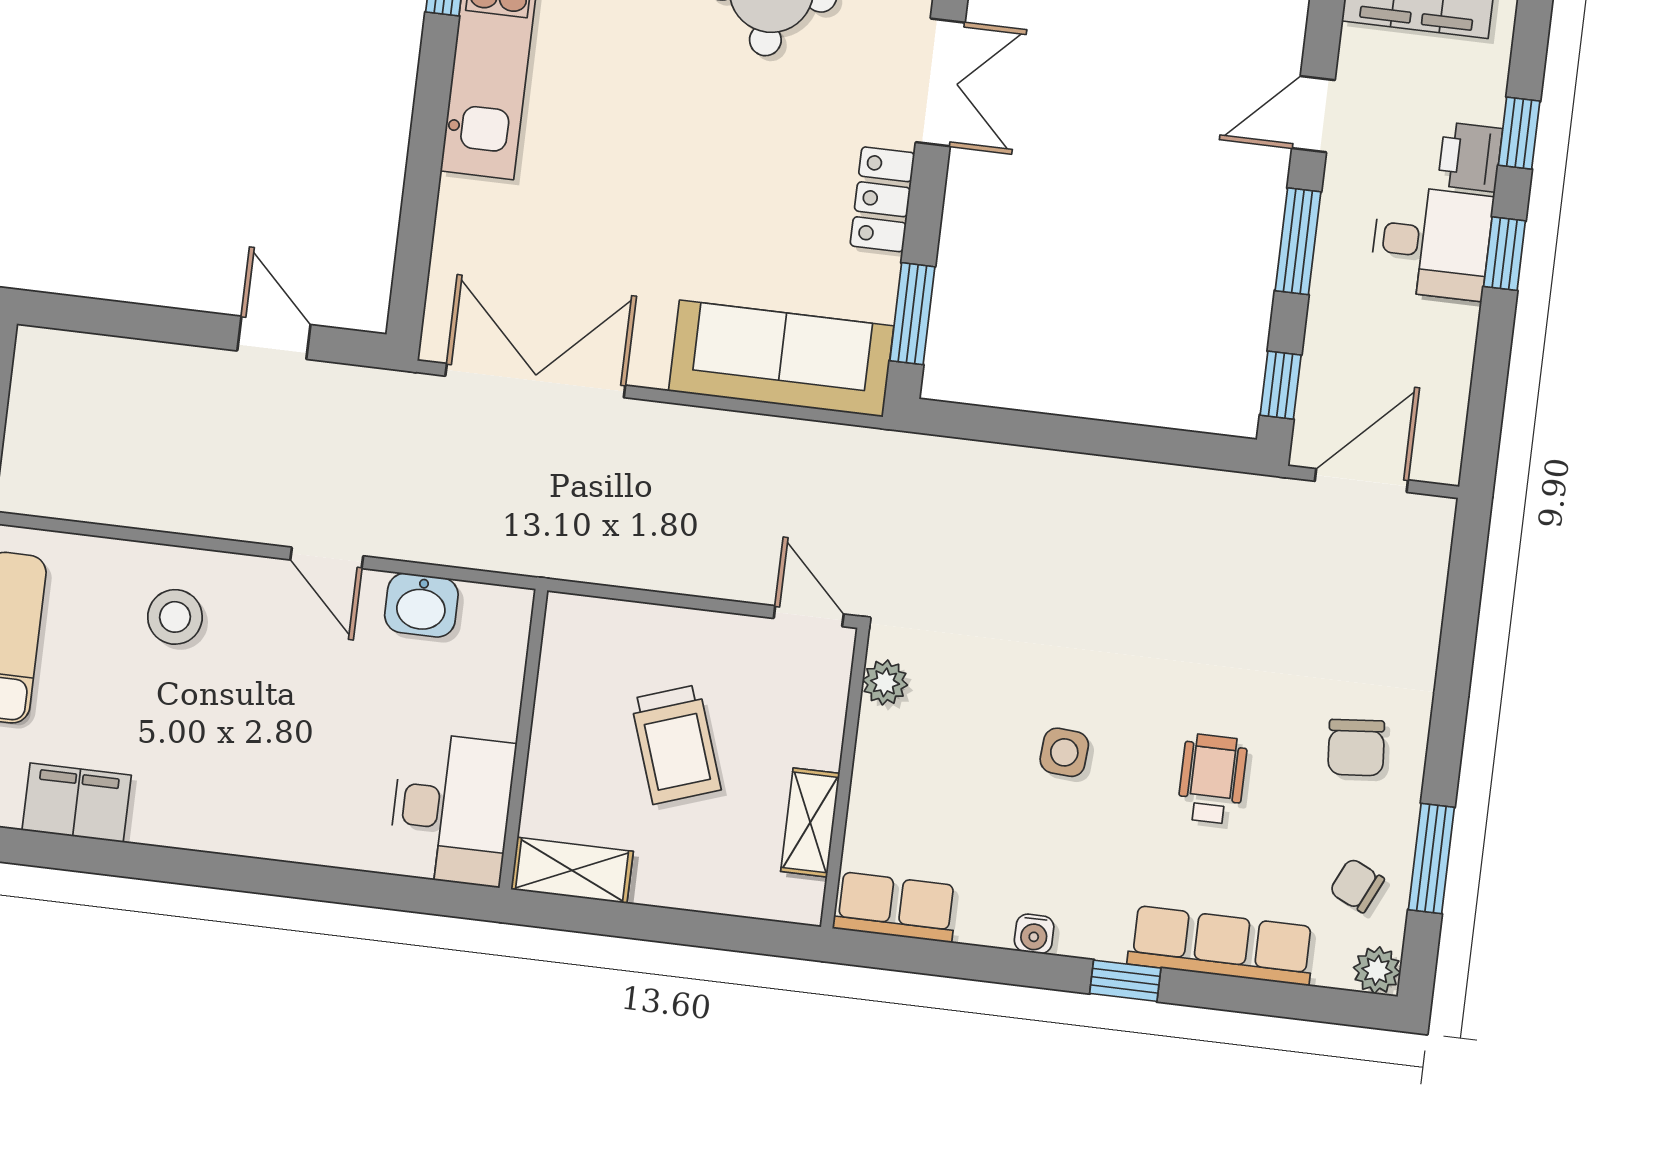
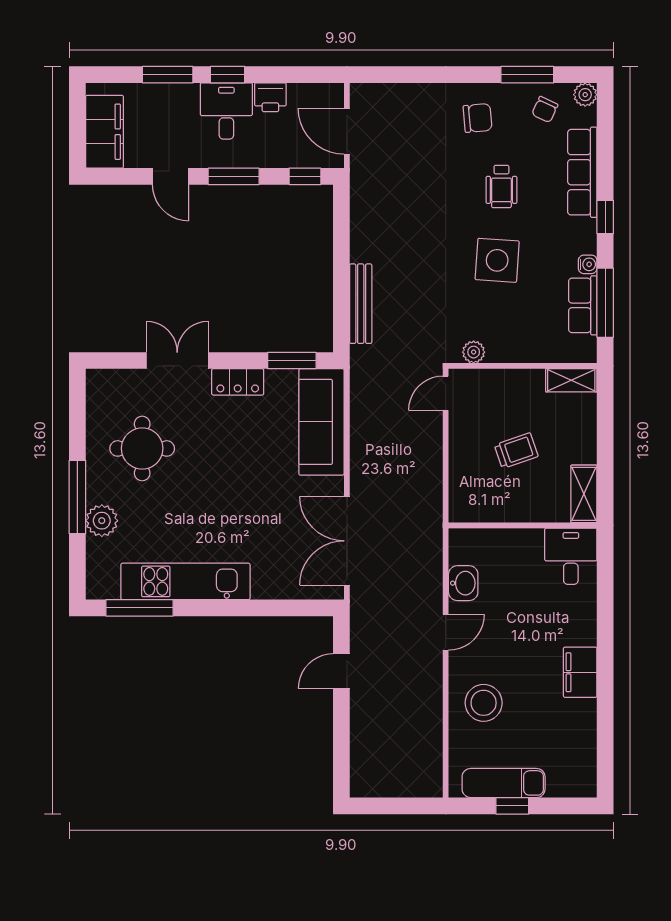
window: (1519, 133) -> (168, 75), width x1.50
printer: (1470, 157) -> (270, 97), moved
bench: (1010, 466) -> (361, 304), added
stool: (175, 617) -> (484, 703), width x1.38, depth x1.38
trolley: (676, 744) -> (516, 451), width x0.73, depth x0.72
side table: (1064, 752) -> (497, 260), width x1.87, depth x1.87
wheelchair: (1212, 779) -> (501, 186), turned -90
filing cabinet: (77, 803) -> (580, 672), moved
desk: (452, 809) -> (571, 556), width x0.73
shelving: (810, 822) -> (571, 380), moved
row of seats: (895, 907) -> (583, 305), moved
window: (953, 960) -> (605, 303), added

